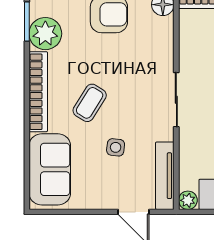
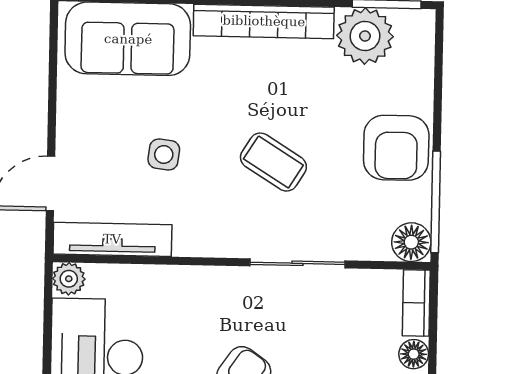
sliding door: (176, 100) -> (298, 263), moved
coffee table: (90, 103) -> (273, 162), moved

